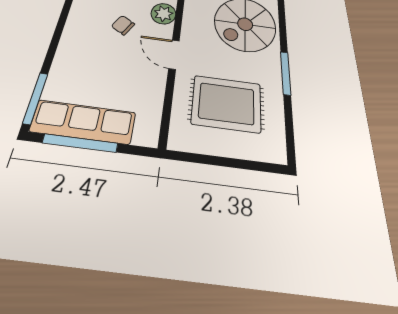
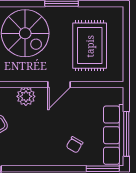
chair: (123, 25) -> (75, 145), moved

